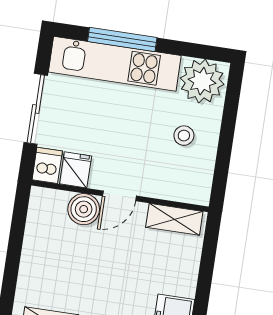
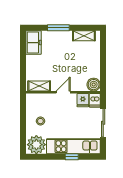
window: (122, 40) -> (72, 157), width x0.46
boiler: (84, 209) -> (94, 85), moved

